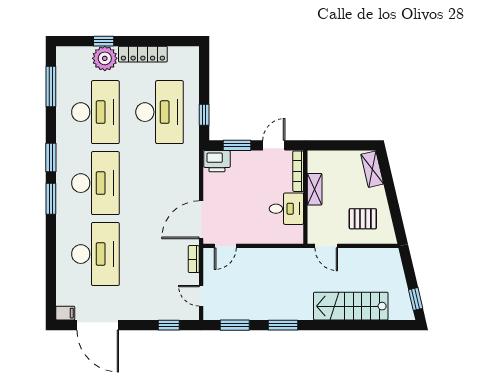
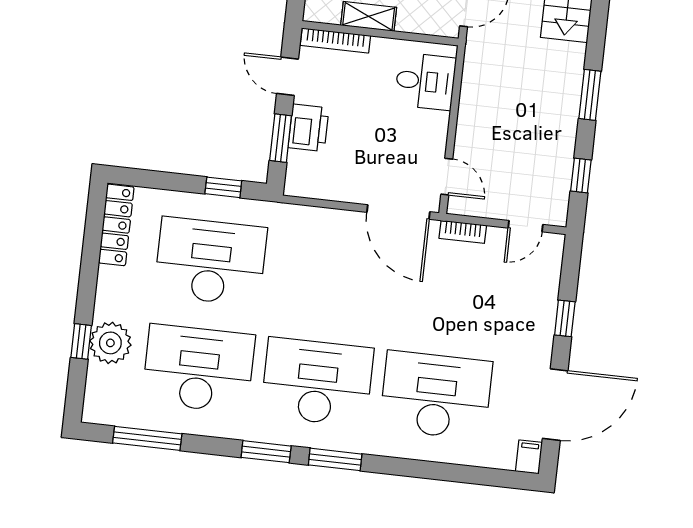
locker: (143, 54) -> (116, 225), moved
printer: (217, 161) -> (308, 128), moved
desk: (286, 209) -> (425, 81), moved, turned 90
window: (169, 325) -> (565, 318), moved
window: (235, 325) -> (581, 175), width x0.67

